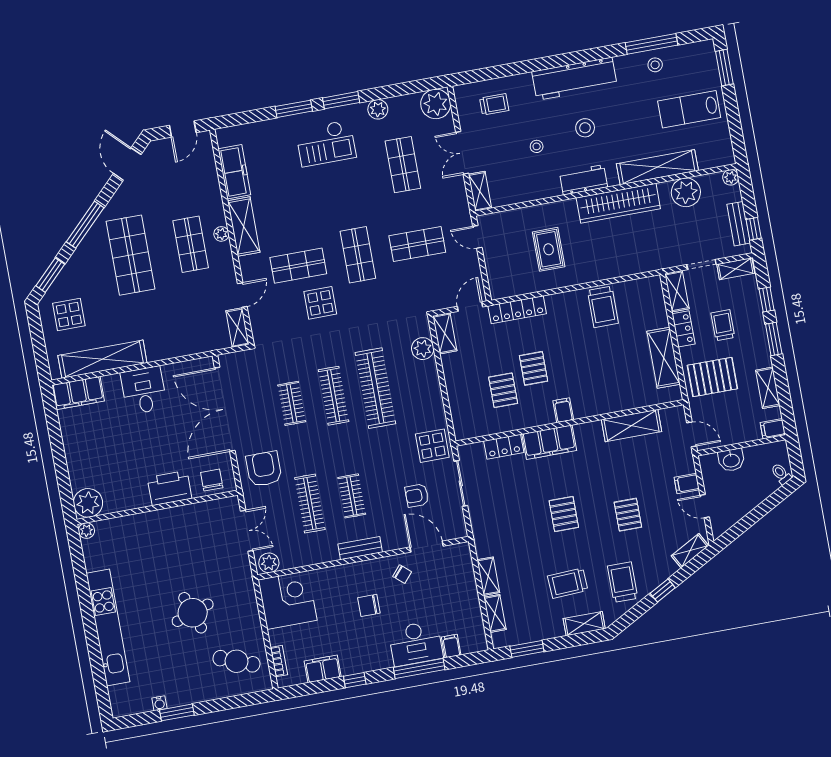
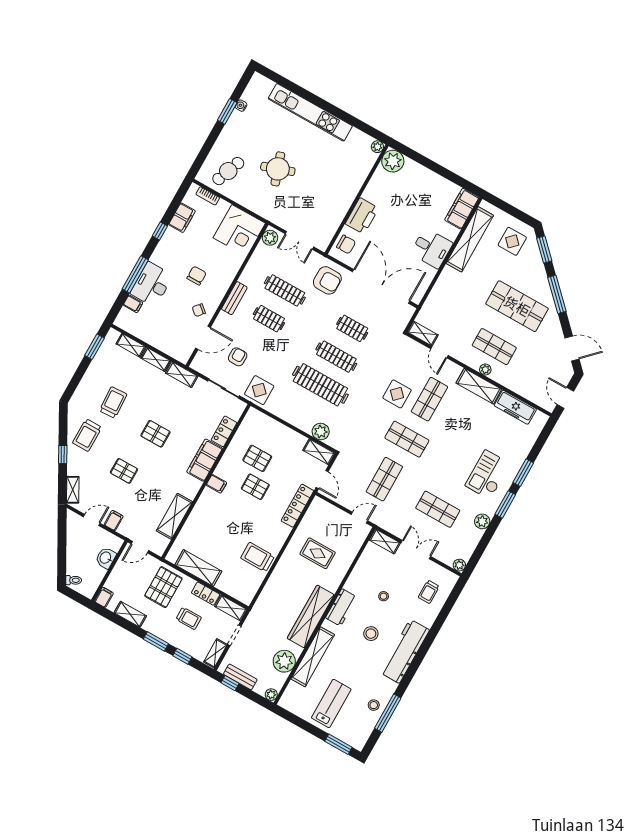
plant: (436, 104) -> (459, 565), width x0.53, depth x0.53
trolley: (623, 582) -> (87, 435), turned 90
shelving: (584, 624) -> (182, 375), moved, turned 90

